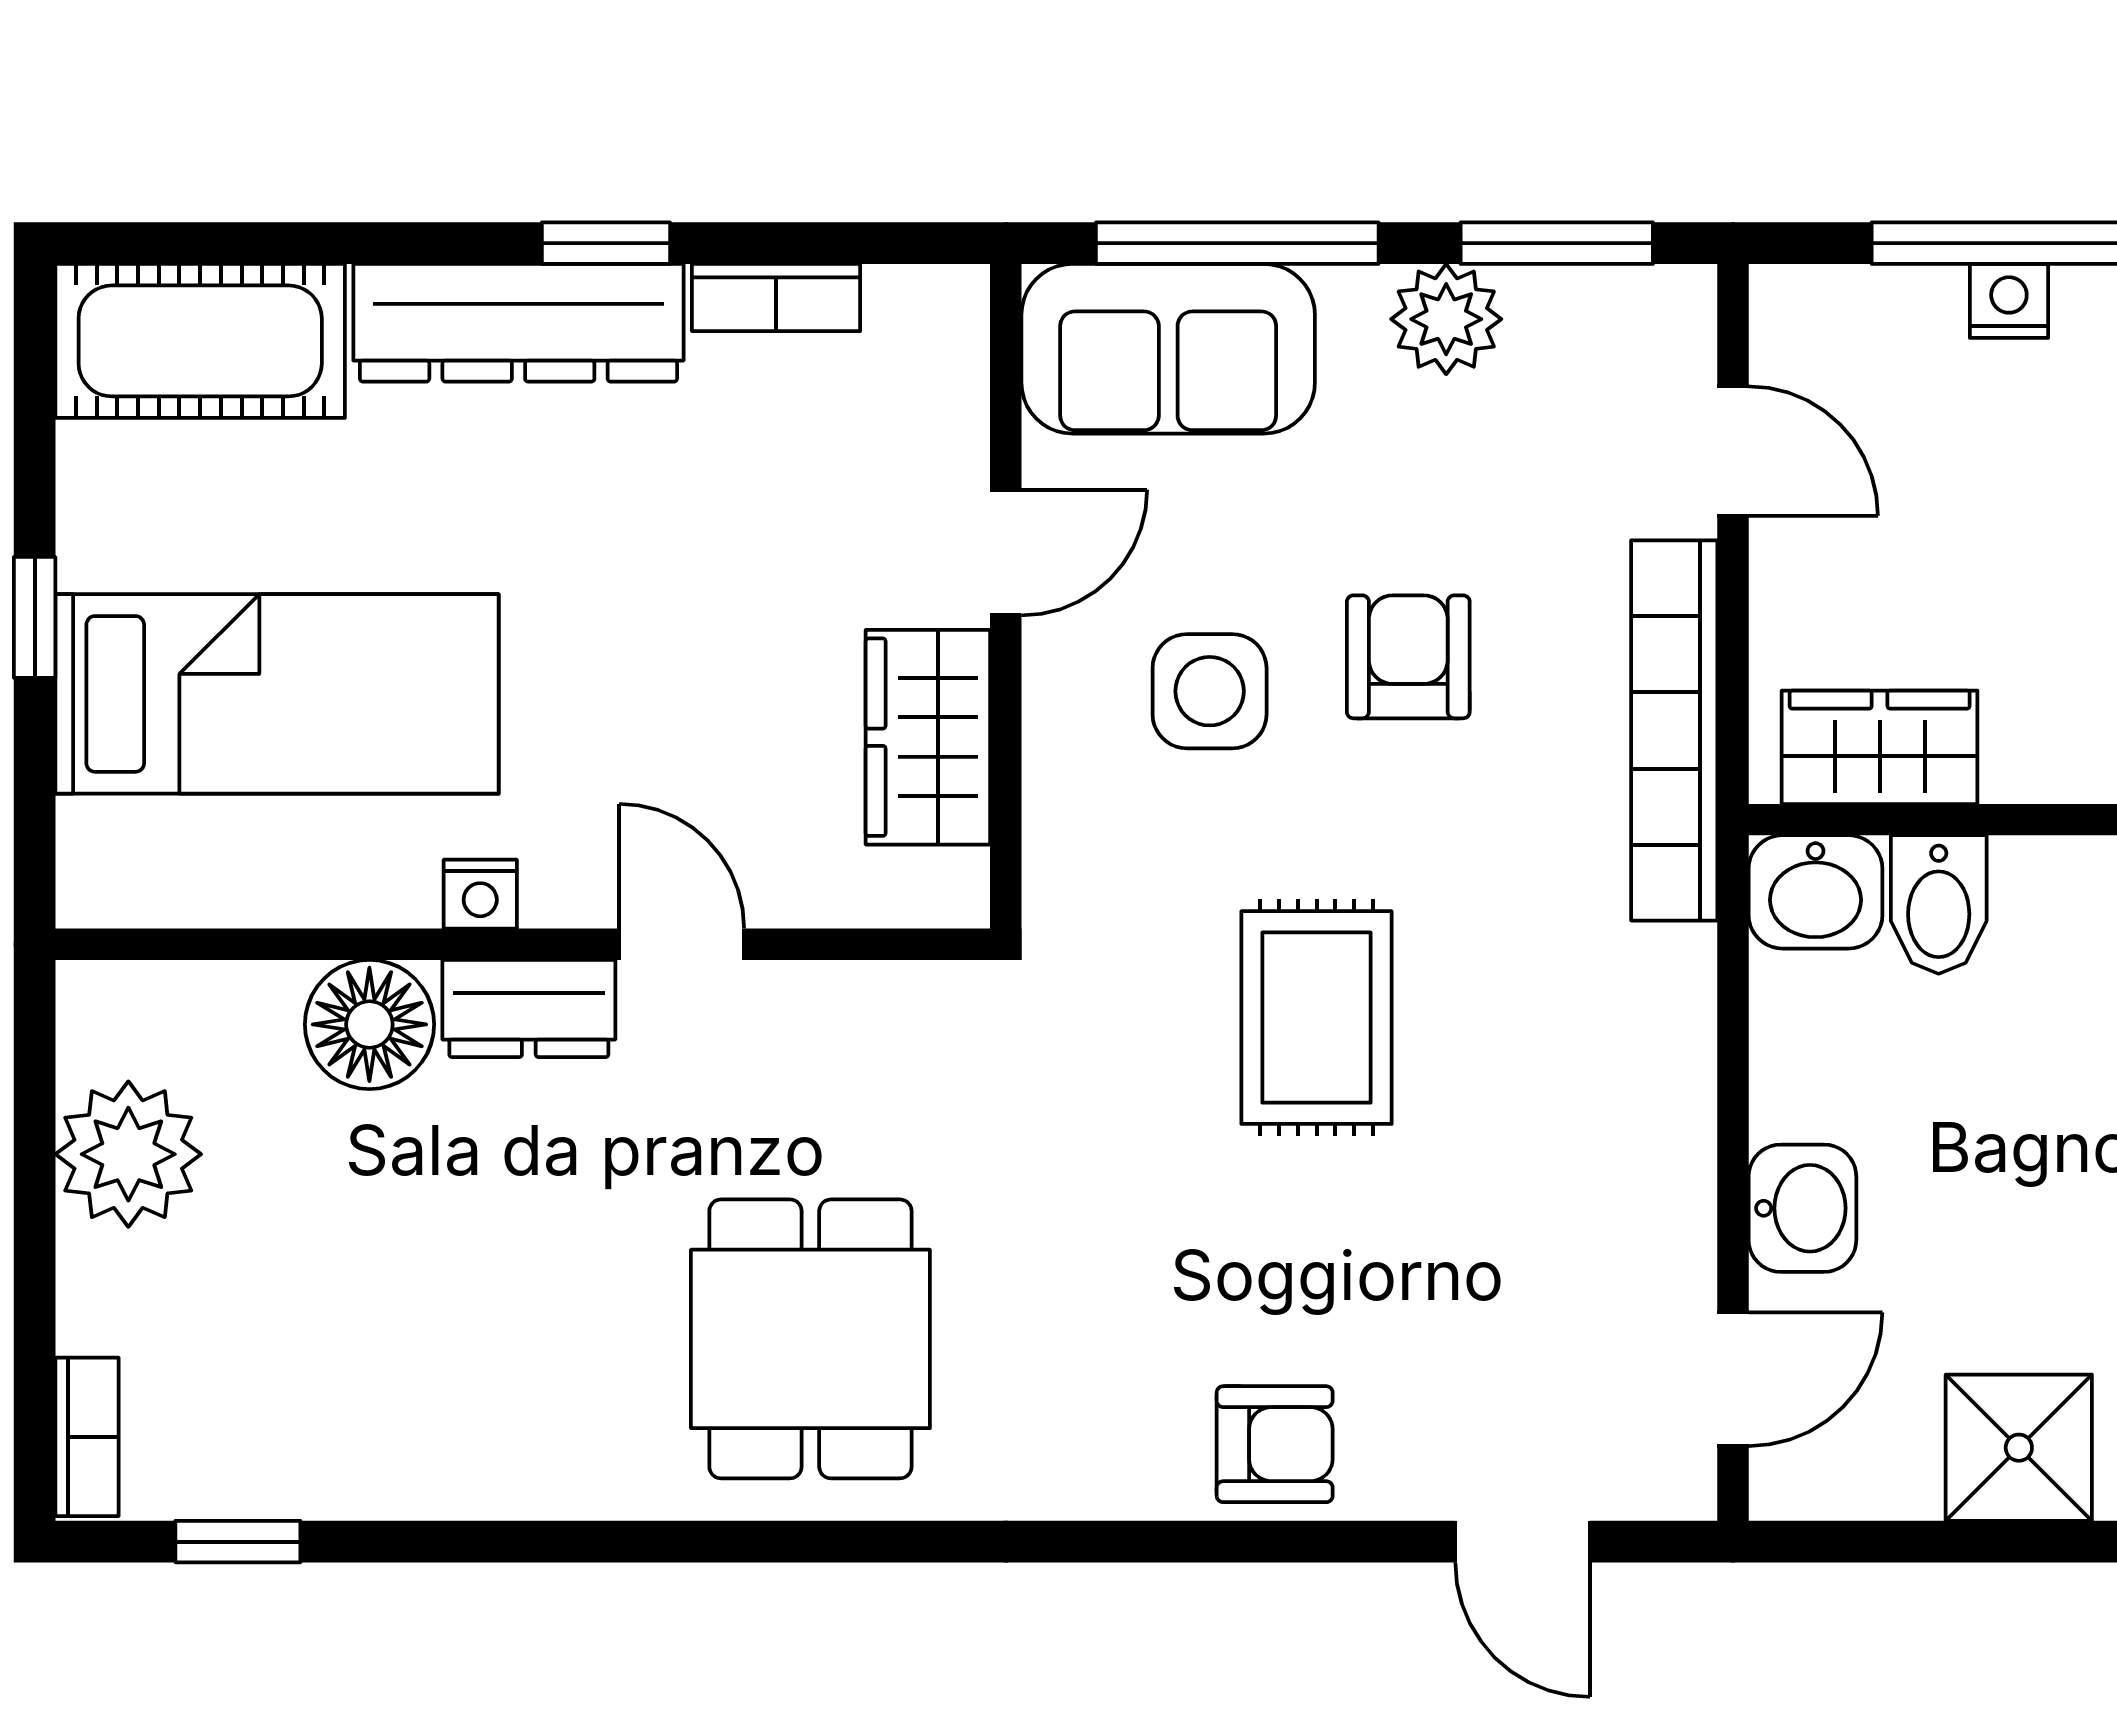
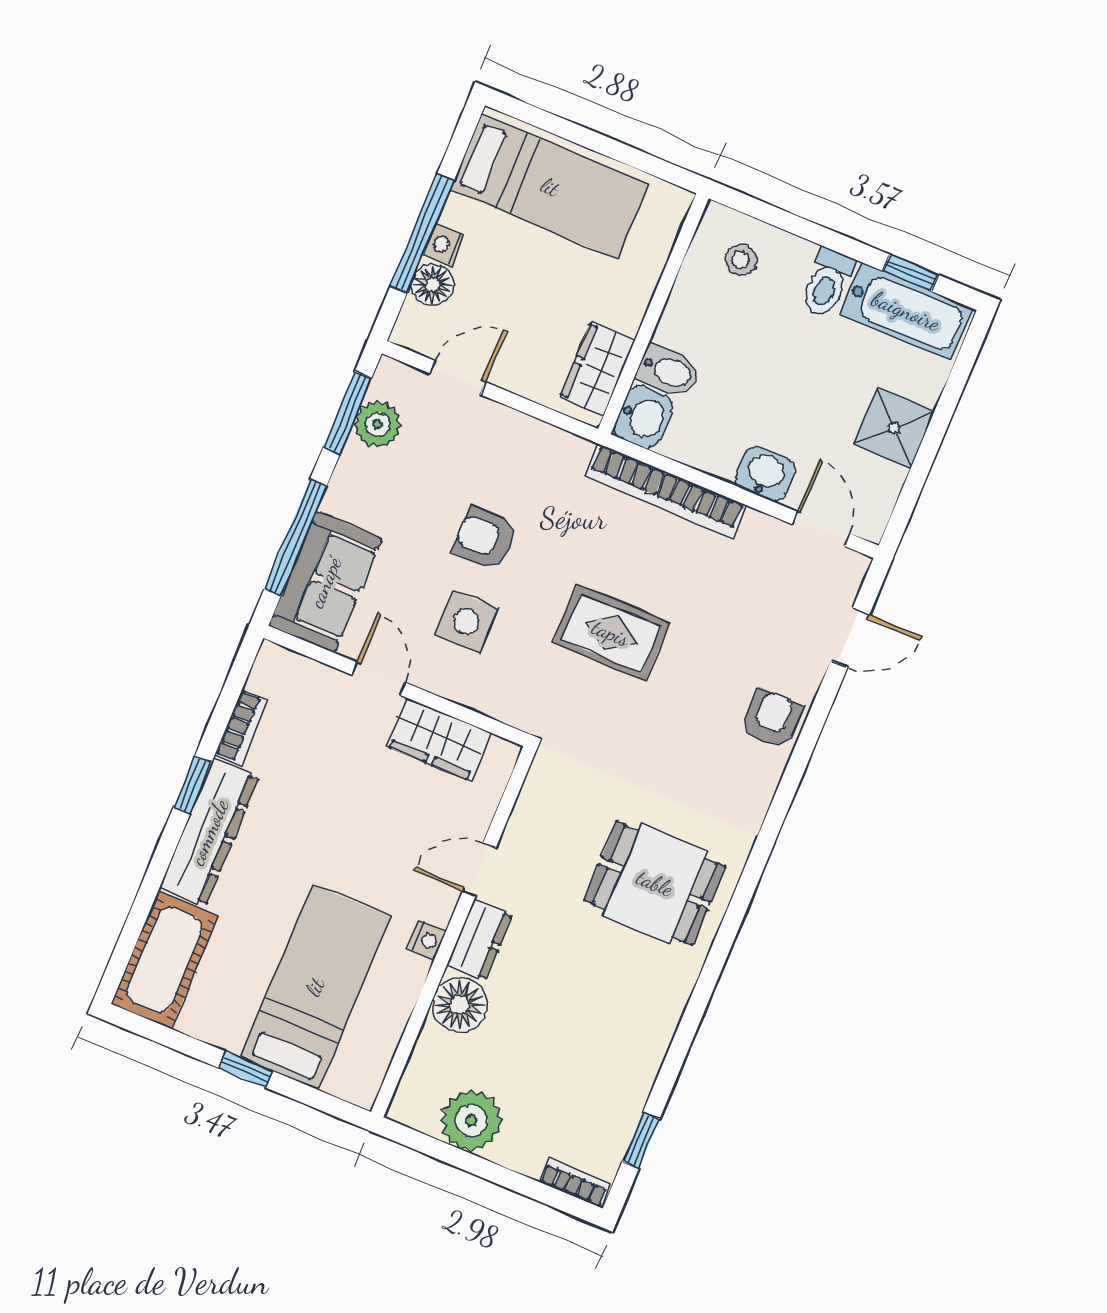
floor lamp: (1913, 313) -> (433, 285), added
plant: (1446, 319) -> (377, 424), moved
bookcase: (1674, 730) -> (665, 491), moved

